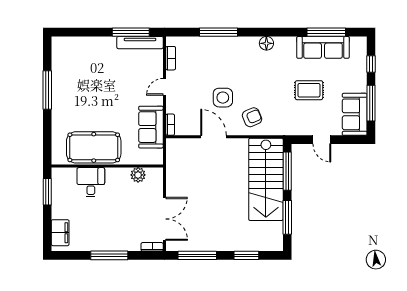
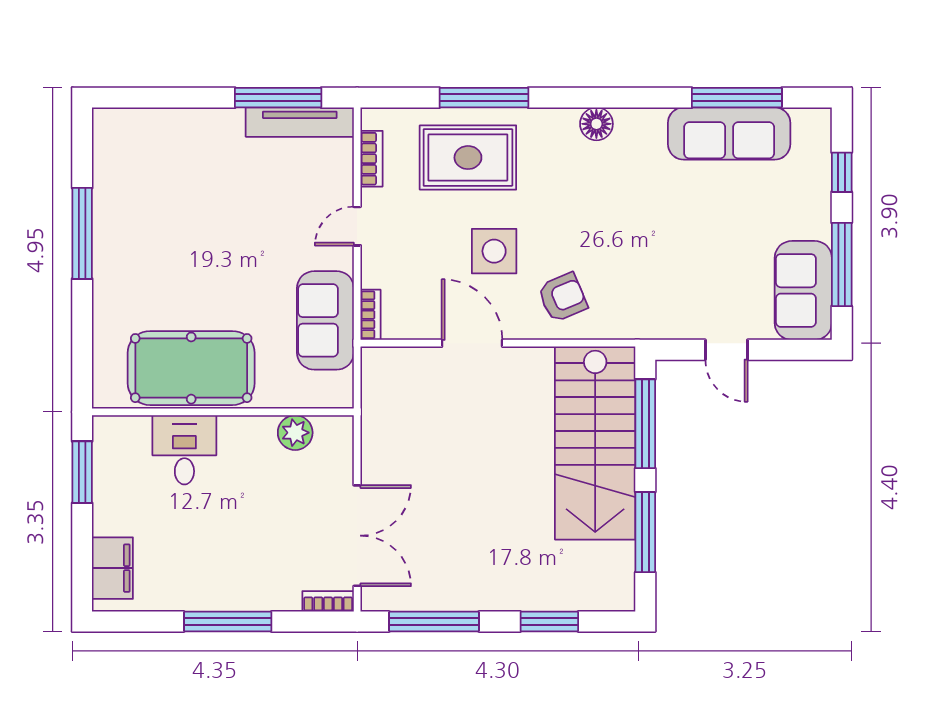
rug: (309, 90) -> (468, 158), moved, width x1.36, depth x1.43

